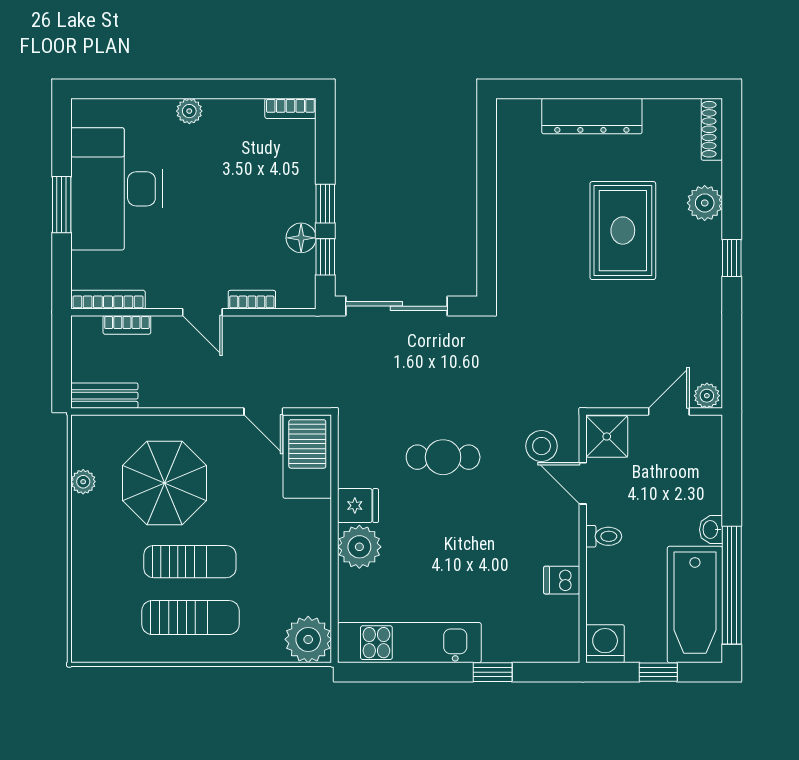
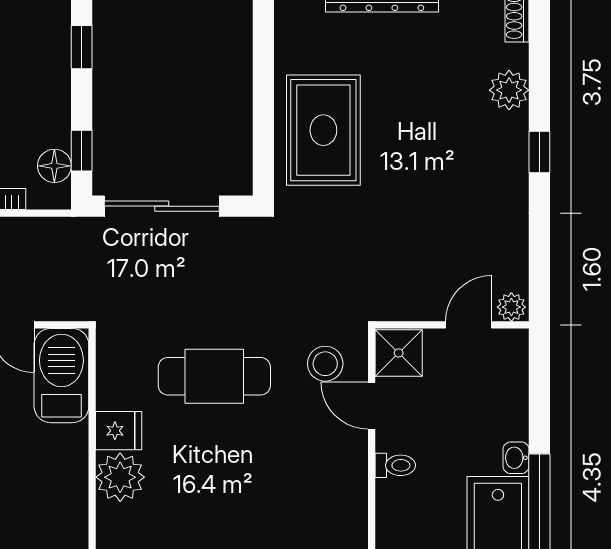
window: (325, 204) -> (82, 47), moved
rug: (623, 231) -> (323, 130), moved
floor lamp: (301, 238) -> (54, 166), moved
cafe table: (443, 457) -> (214, 376), width x1.37, depth x1.35
dishwasher: (562, 580) -> (348, 515), removed

